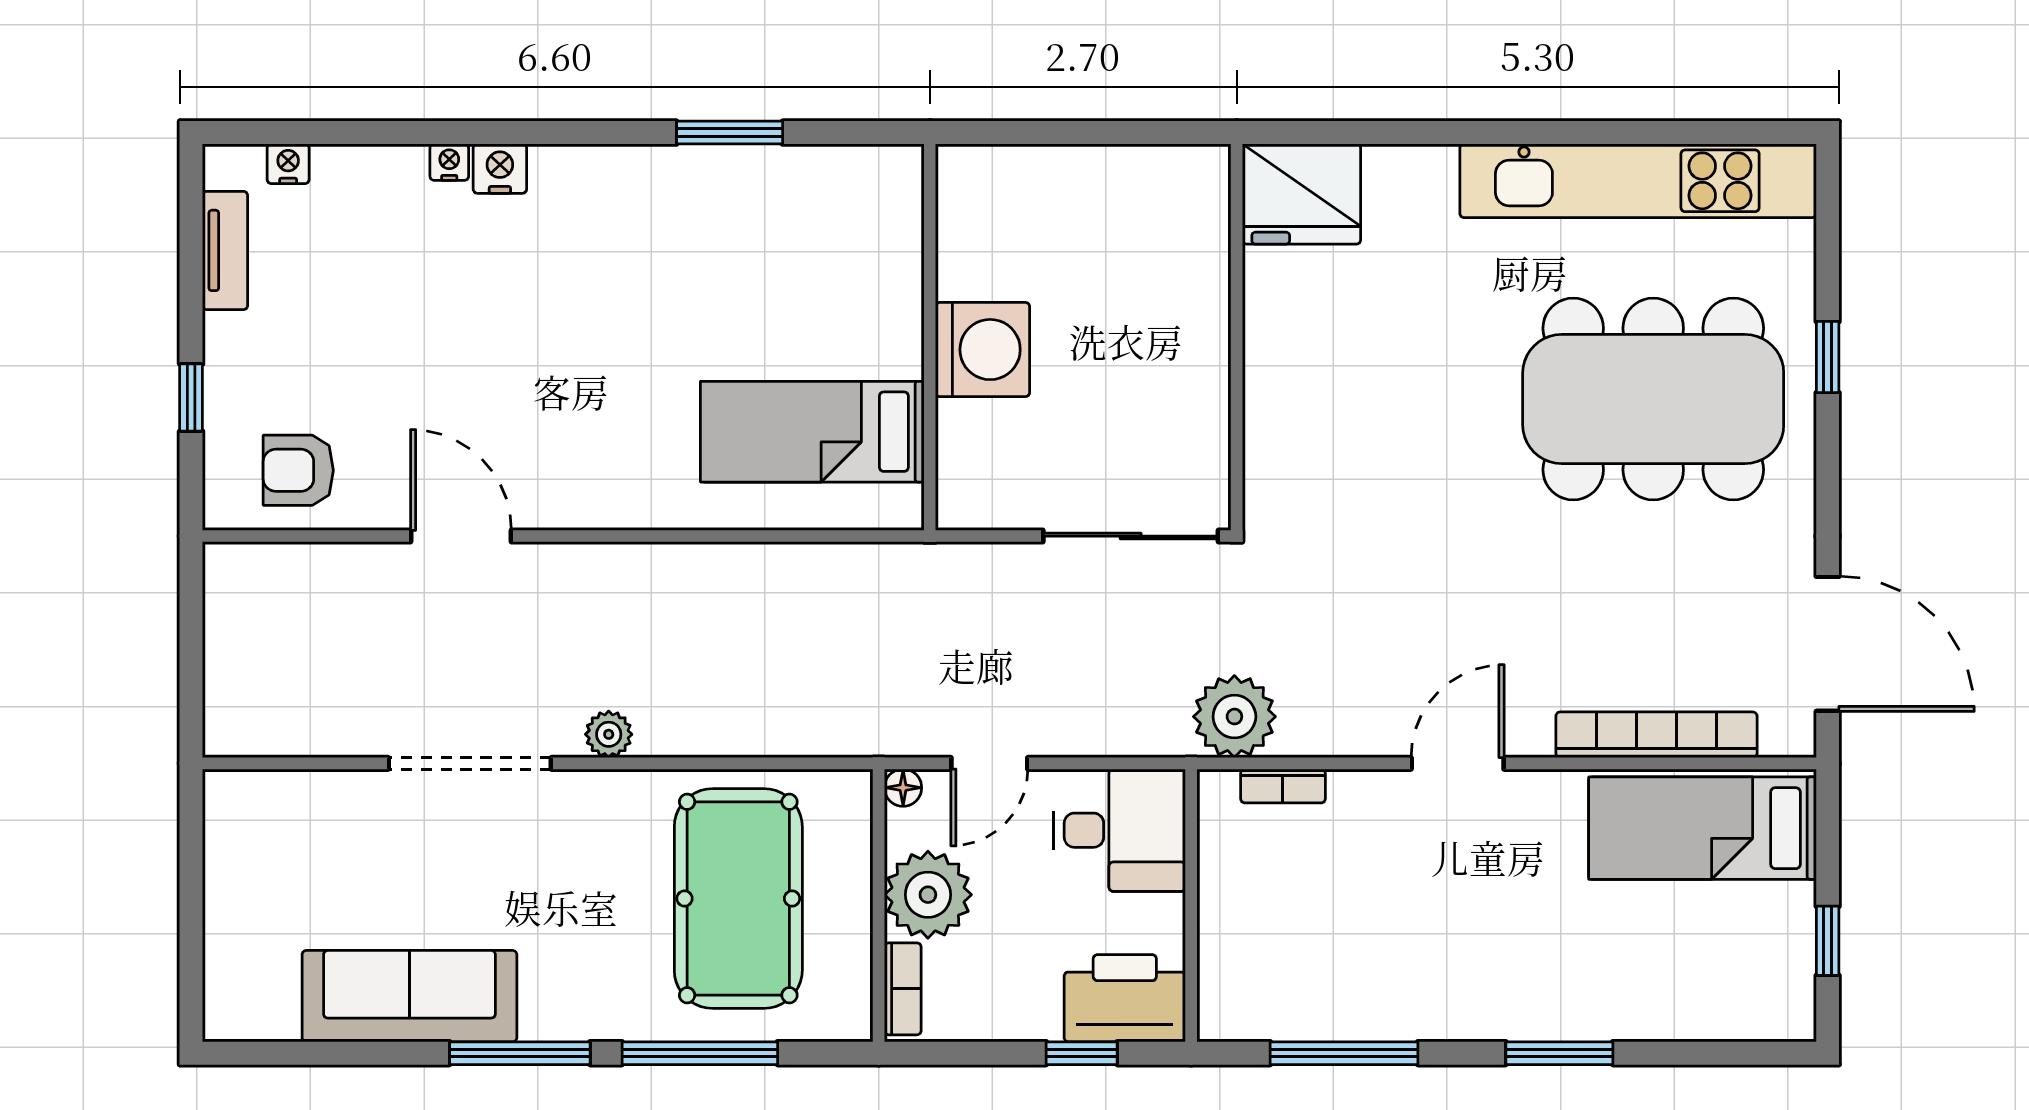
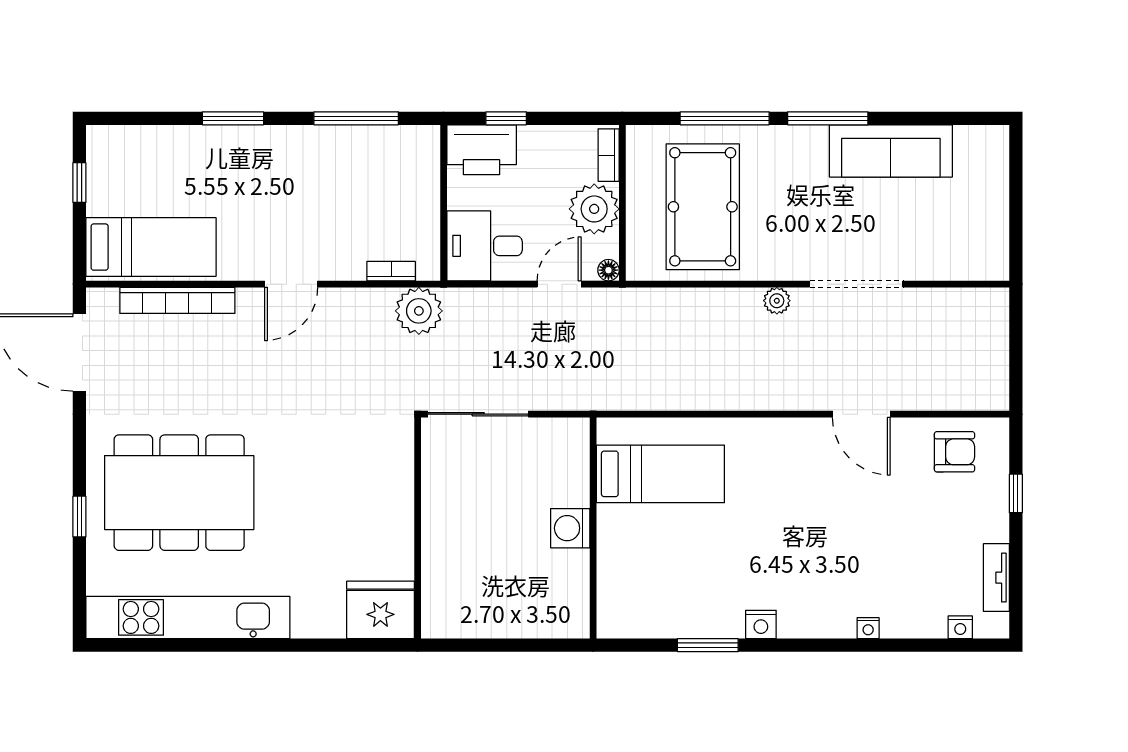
nightstand: (500, 169) -> (761, 624), moved
washing machine: (983, 350) -> (570, 528), width x0.73, depth x0.73

